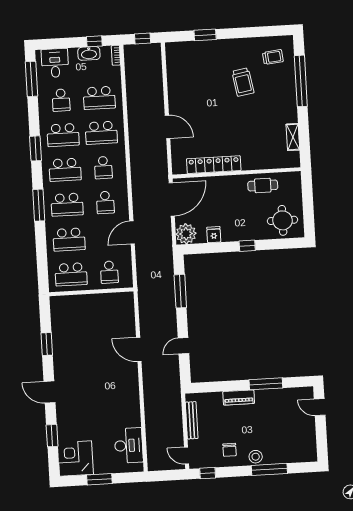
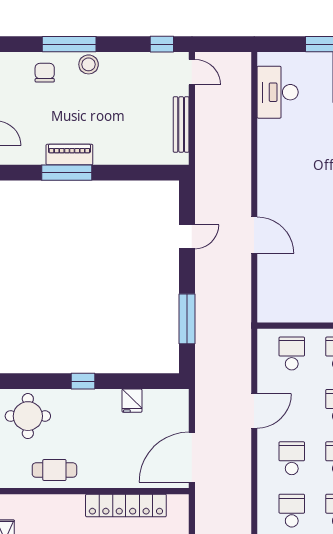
plant: (186, 234) -> (174, 404), removed
piano: (239, 398) -> (69, 155), moved
chair: (230, 450) -> (45, 73), moved

